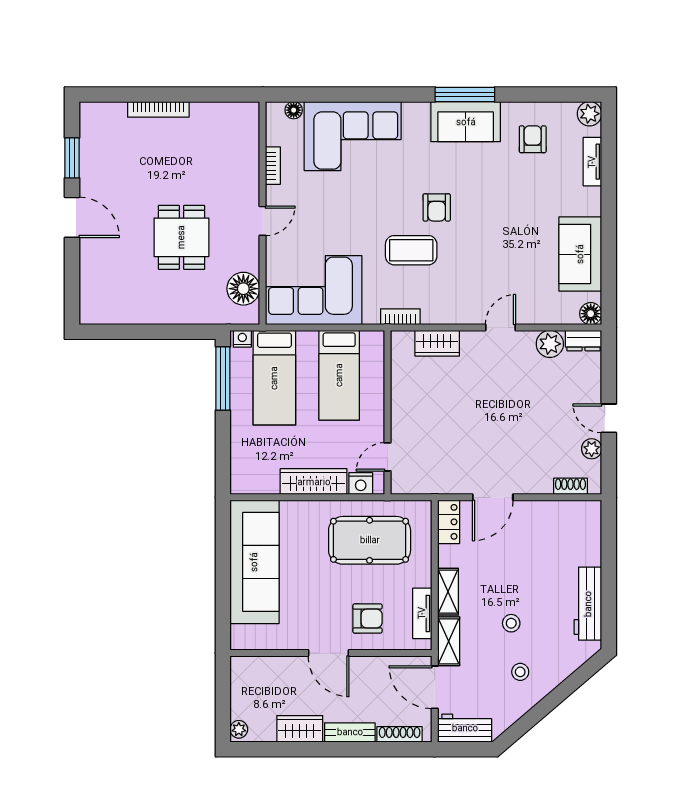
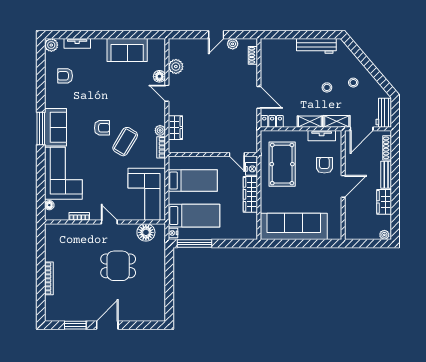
window: (465, 94) -> (41, 128), moved
sofa: (466, 122) -> (56, 127), moved
coffee table: (411, 250) -> (125, 142), turned 31
floor lamp: (591, 314) -> (159, 76), moved
plant: (432, 315) -> (160, 130), added
dresser: (584, 341) -> (174, 48), removed

